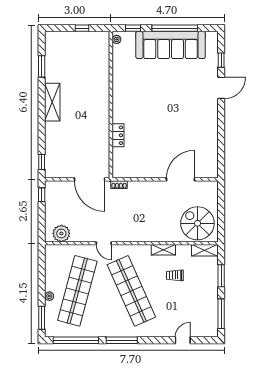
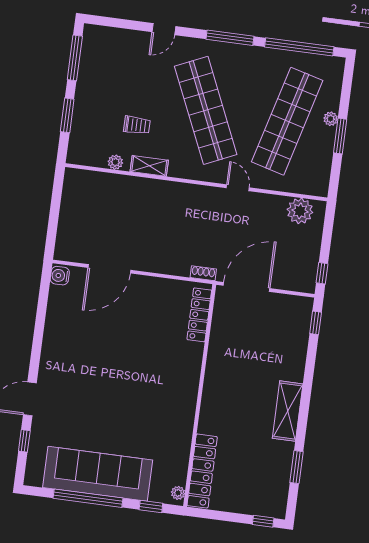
window: (82, 28) -> (263, 521), moved
locker: (103, 56) -> (202, 471), added
locker: (118, 135) -> (199, 315), moved, width x1.53
water cooler: (212, 171) -> (60, 276), added
door: (90, 179) -> (247, 287), hinge flipped
spiral stairs: (197, 223) -> (92, 199), removed
plant: (186, 249) -> (115, 162), added
shelving: (204, 250) -> (87, 157), removed
window: (42, 318) -> (340, 136), moved
door: (183, 340) -> (164, 29), moved

